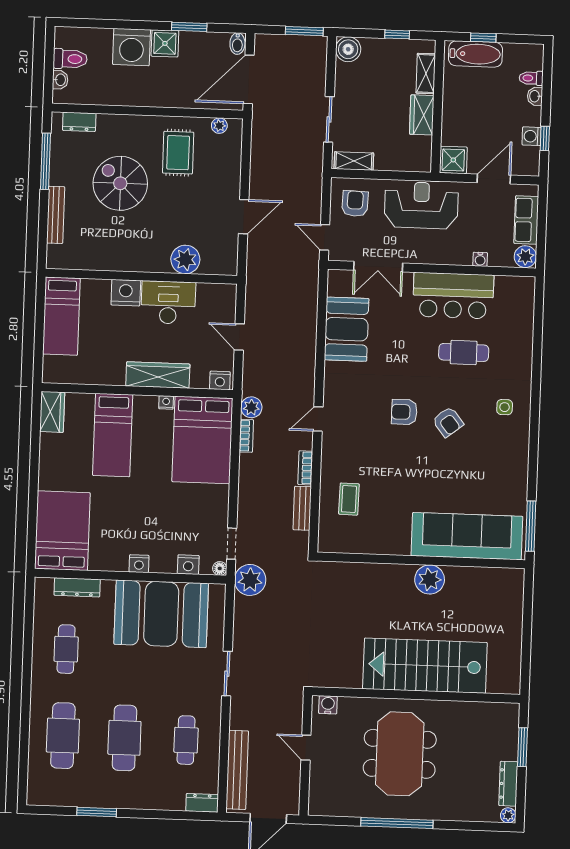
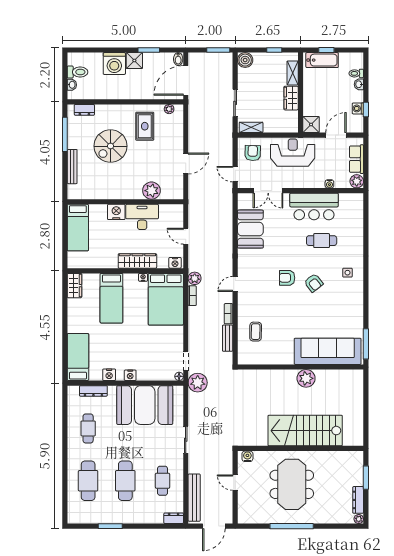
spiral stairs: (120, 183) -> (111, 146), turned -90
bed: (62, 531) -> (78, 357), width x0.67
nightstand: (188, 565) -> (109, 375), moved

